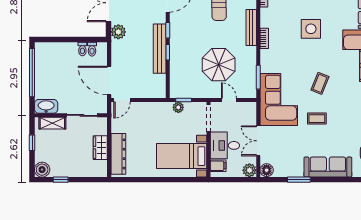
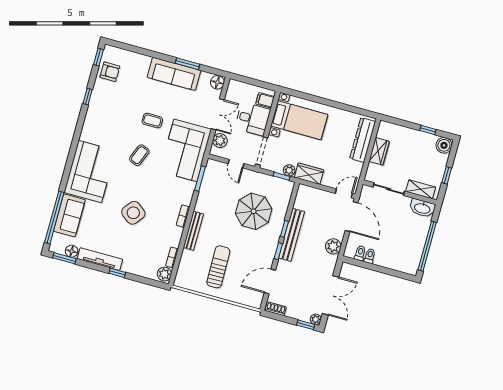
side table: (311, 29) -> (133, 213), turned 38
plant: (118, 32) -> (333, 246), moved
parasol: (219, 65) -> (254, 211), moved
wardrobe: (159, 109) -> (309, 174), added
sofa: (328, 167) -> (174, 74), moved
plant: (249, 170) -> (220, 141), moved

